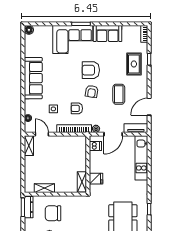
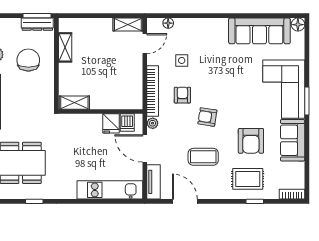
armchair: (91, 70) -> (251, 141), moved, turned 180
sofa: (33, 78) -> (259, 31), moved
fridge: (96, 179) -> (111, 123), moved

